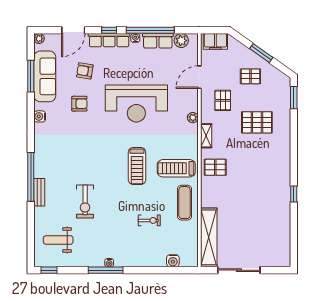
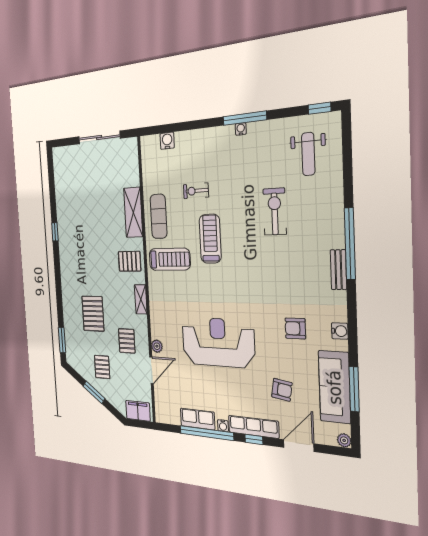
plant: (181, 41) -> (173, 416), removed
pallet: (250, 76) -> (102, 367), turned 90
armchair: (79, 104) -> (295, 328), moved
plant: (193, 118) -> (157, 346), moved
pallet: (257, 122) -> (93, 314), turned 90
treadmill: (137, 166) -> (210, 239), moved
bench: (39, 192) -> (338, 270), moved
shelving: (209, 237) -> (133, 212), moved, width x0.68
weight bench: (58, 240) -> (308, 154), turned 90

